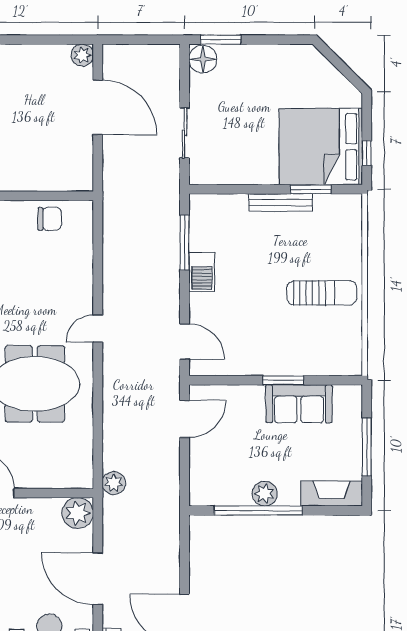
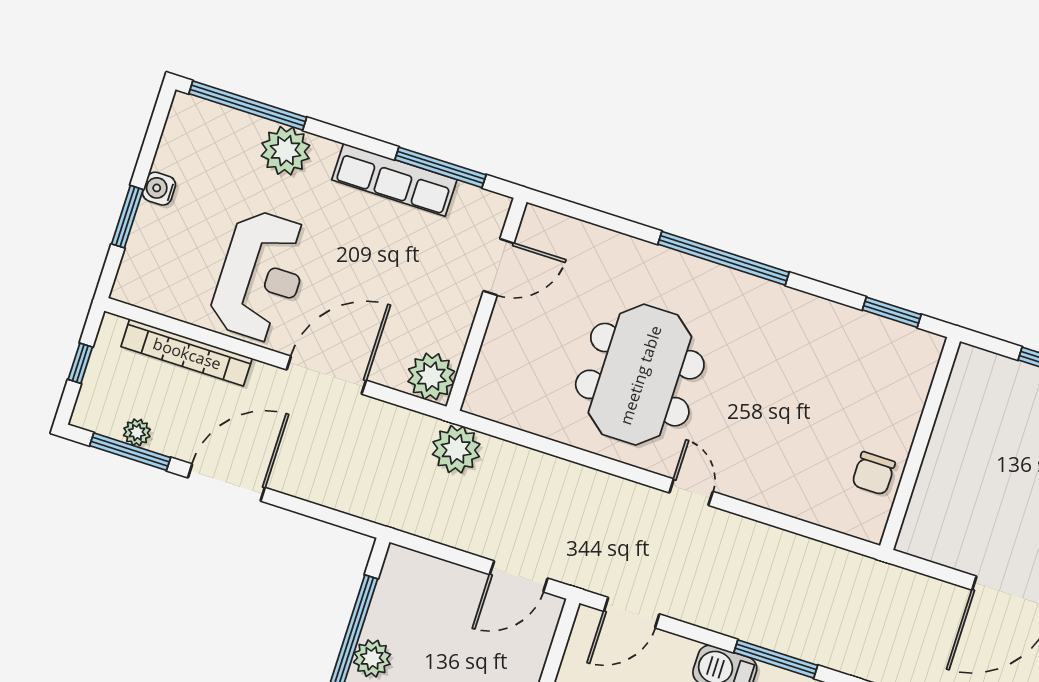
door: (185, 419) -> (519, 576), hinge flipped
plant: (114, 483) -> (456, 449), width x1.36, depth x1.36

